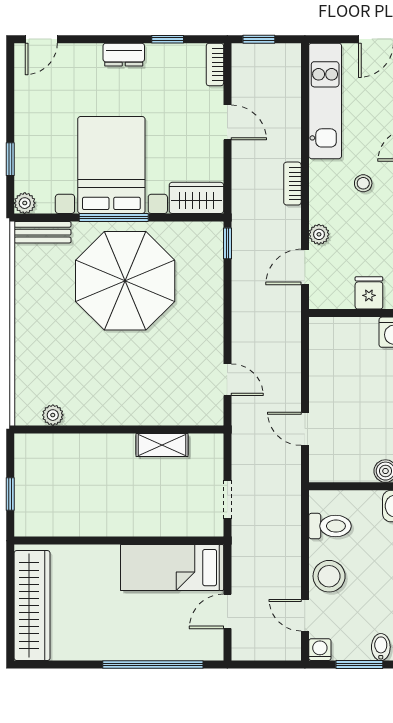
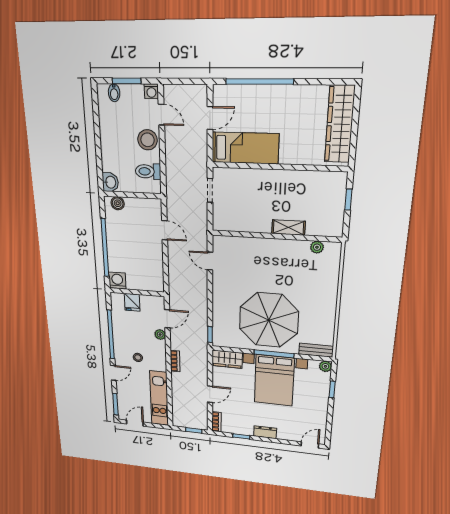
door: (227, 122) -> (210, 394), swing flipped
shelving: (162, 445) -> (288, 227), moved

